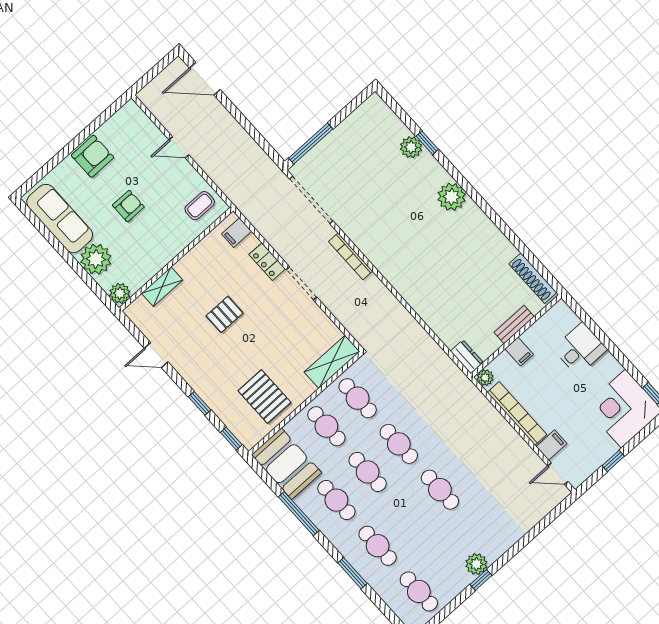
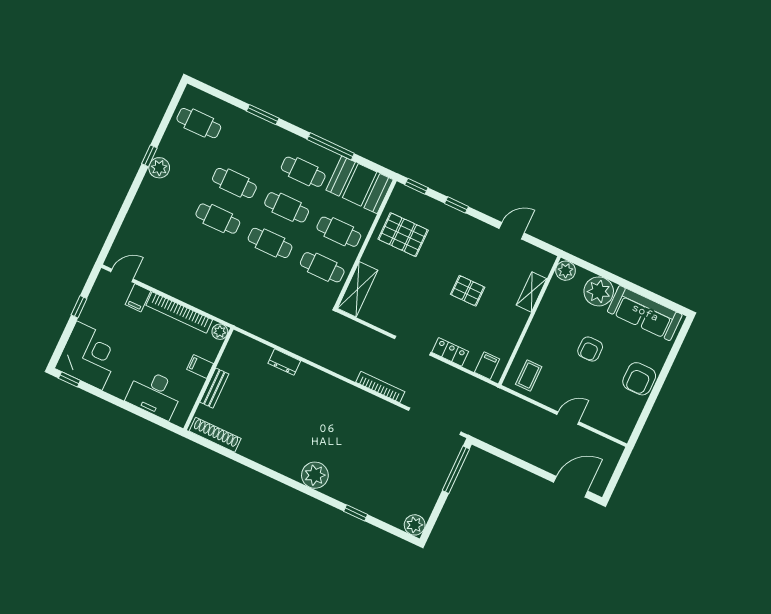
plant: (411, 147) -> (415, 525), moved
pallet: (224, 314) -> (468, 291), turned 90
desk: (580, 349) -> (155, 394), width x1.37
dresser: (467, 357) -> (284, 362), moved
cafe table: (378, 546) -> (234, 183), moved

